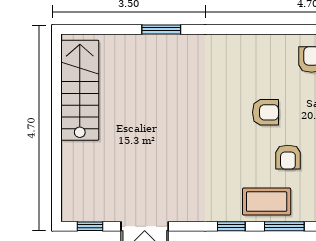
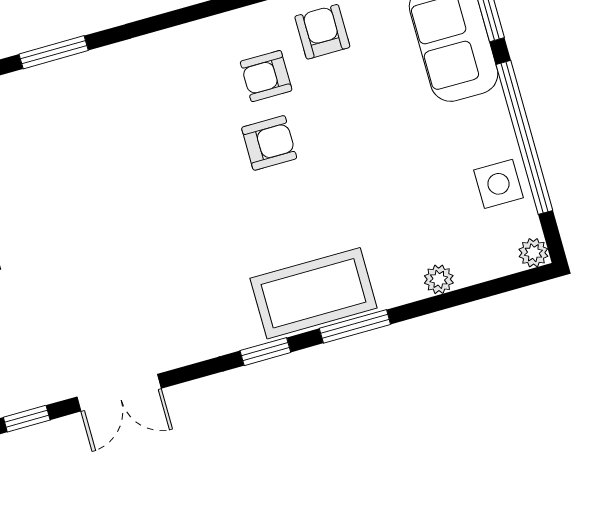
armchair: (288, 157) -> (266, 76), moved, turned 90
coffee table: (267, 202) -> (314, 293), width x1.36, depth x1.32

